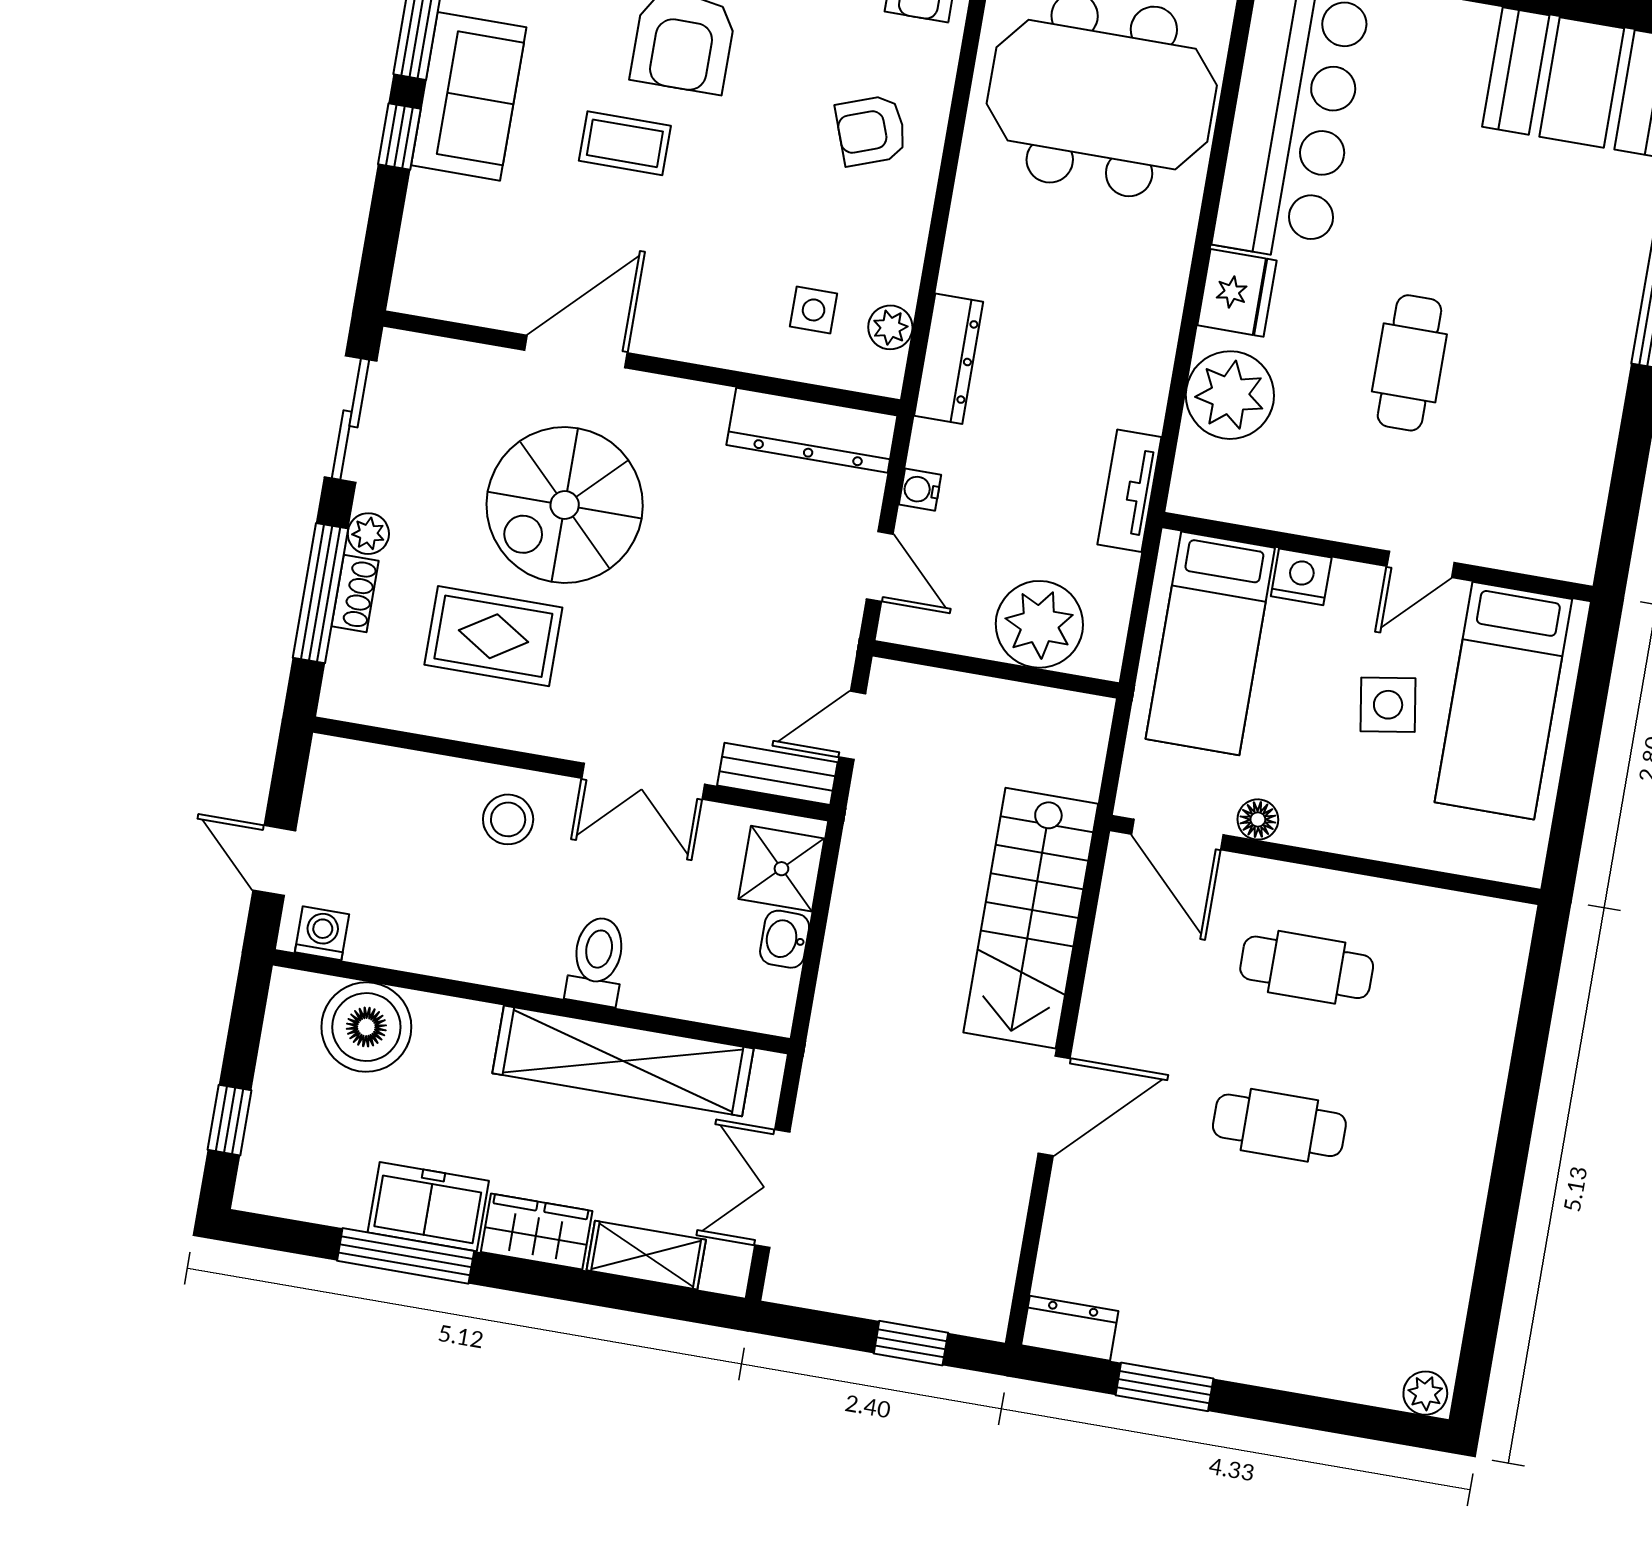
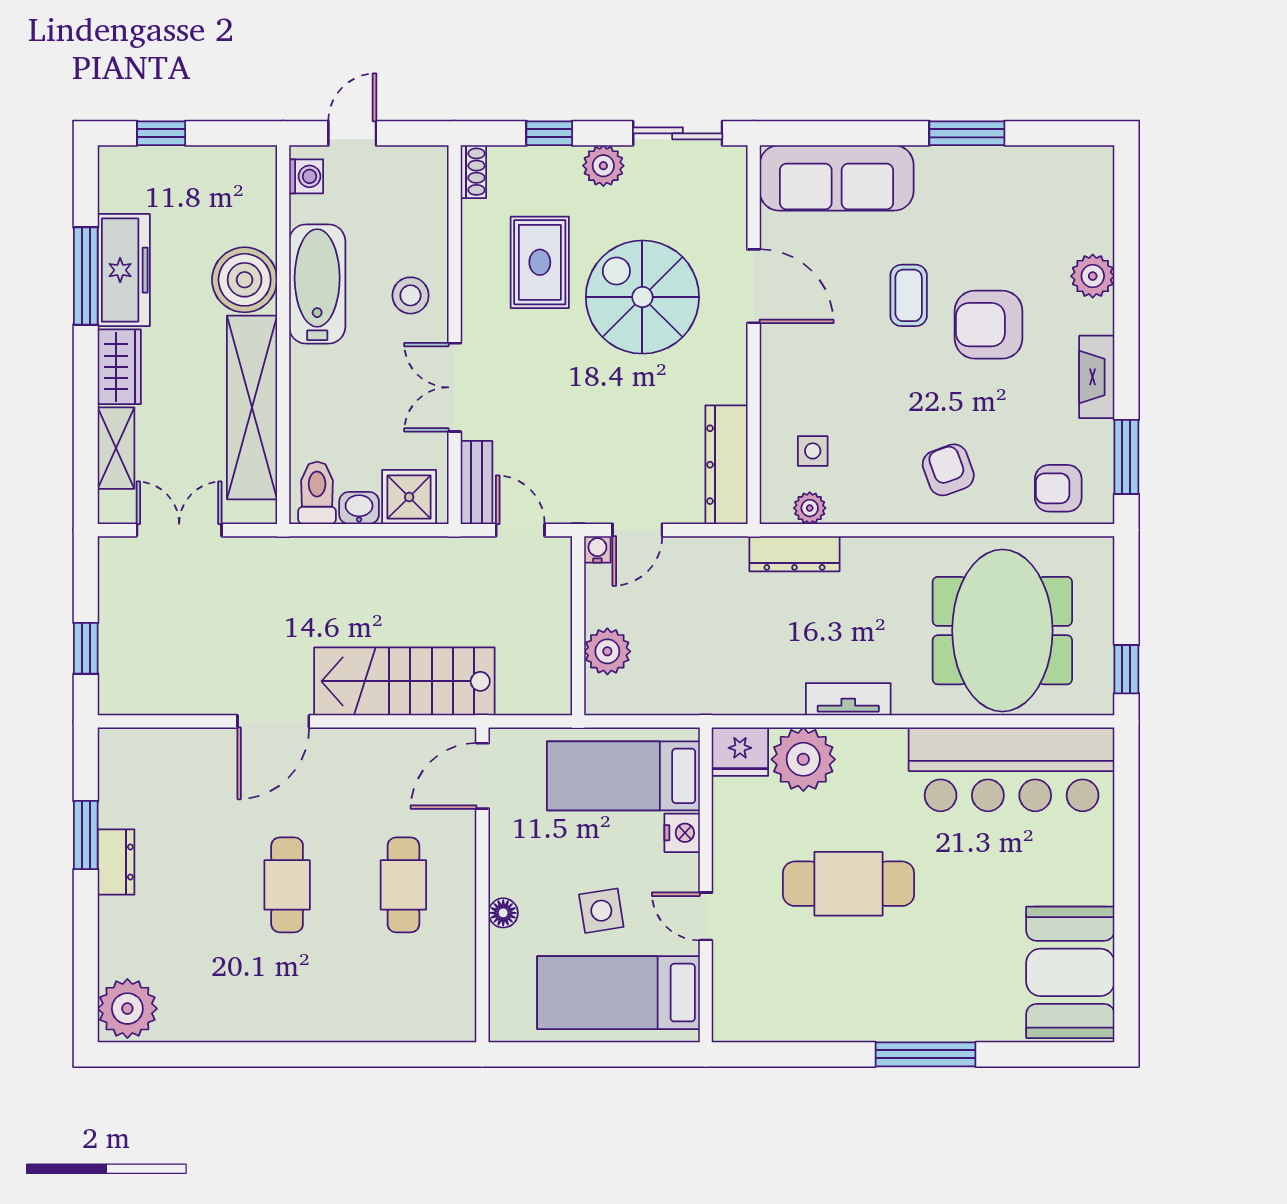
sofa: (469, 96) -> (837, 178), moved, width x1.36
window: (399, 136) -> (886, 133), removed
fridge: (1237, 293) -> (740, 752), moved
cafe table: (1409, 363) -> (848, 884), width x1.37, depth x1.35
water cooler: (920, 490) -> (597, 549), moved
tv unit: (1129, 491) -> (848, 699), moved
plant: (368, 534) -> (603, 166), width x1.38, depth x1.38
window: (320, 593) -> (549, 133), width x0.46
shoe rack: (355, 594) -> (473, 172), moved, turned -90
plant: (1039, 624) -> (607, 651), width x0.73, depth x0.73
floor lamp: (1258, 819) -> (503, 913), moved
bathtub: (471, 943) -> (317, 284), added
toilet: (597, 961) -> (317, 493), moved, turned -90
boiler: (366, 1027) -> (245, 280), moved
door: (1054, 1106) -> (273, 721), hinge flipped
freezer: (428, 1207) -> (124, 270), width x1.40
dresser: (1070, 1328) -> (116, 862), moved
plant: (1425, 1393) -> (127, 1009), width x1.87, depth x1.87

